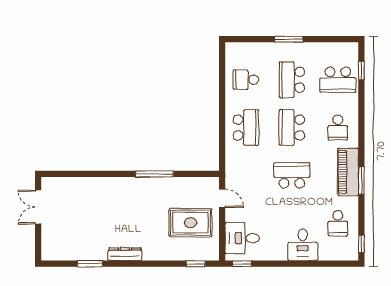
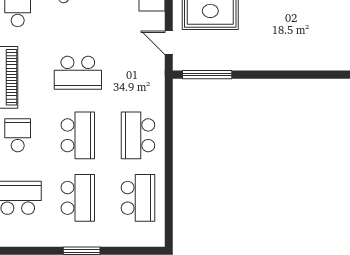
school desk: (246, 80) -> (138, 198), width x1.85
window: (154, 174) -> (207, 75), moved

